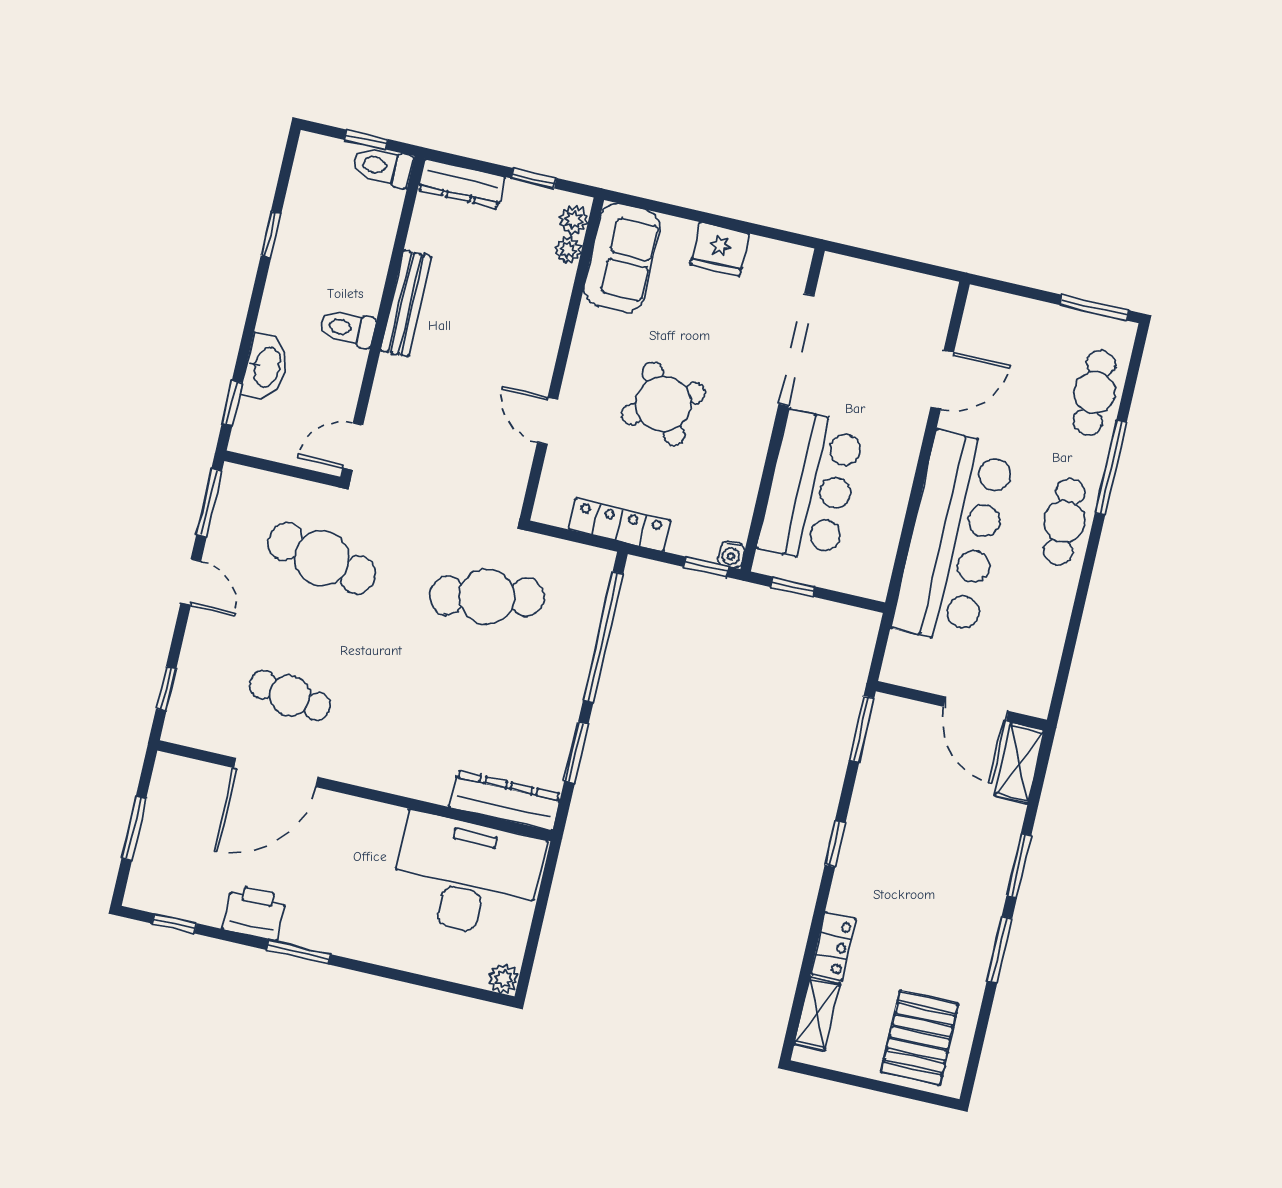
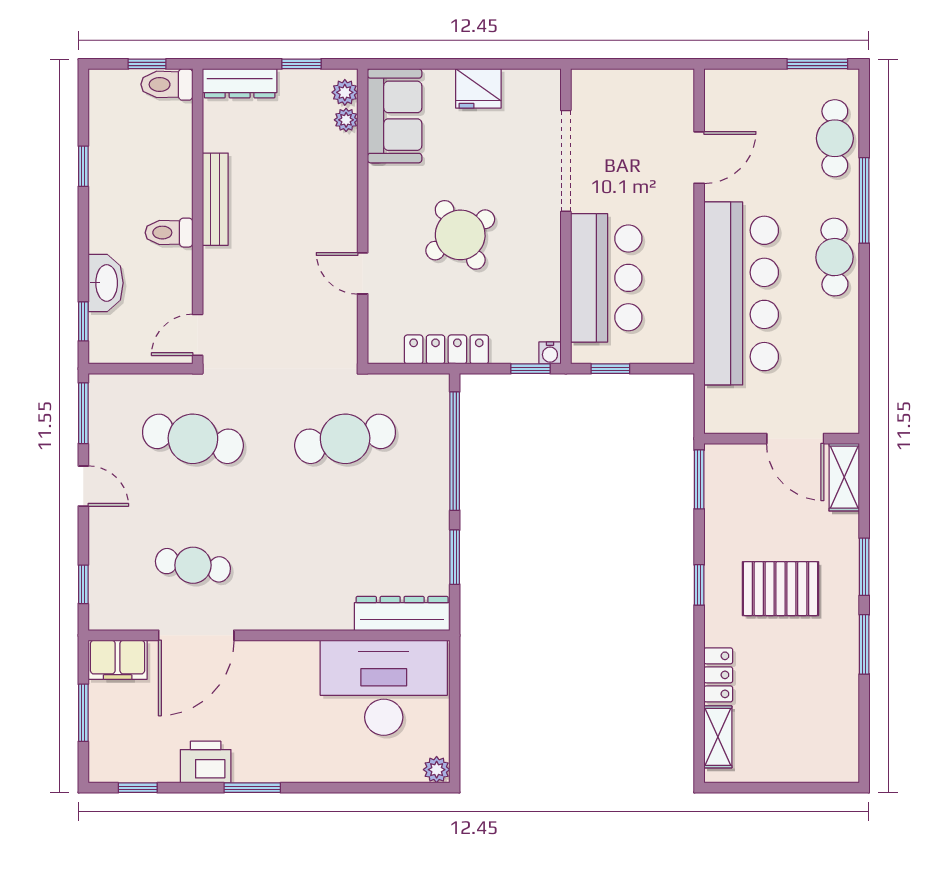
filing cabinet: (184, 779) -> (118, 660), added
pallet: (920, 1038) -> (781, 589), moved, turned 90

